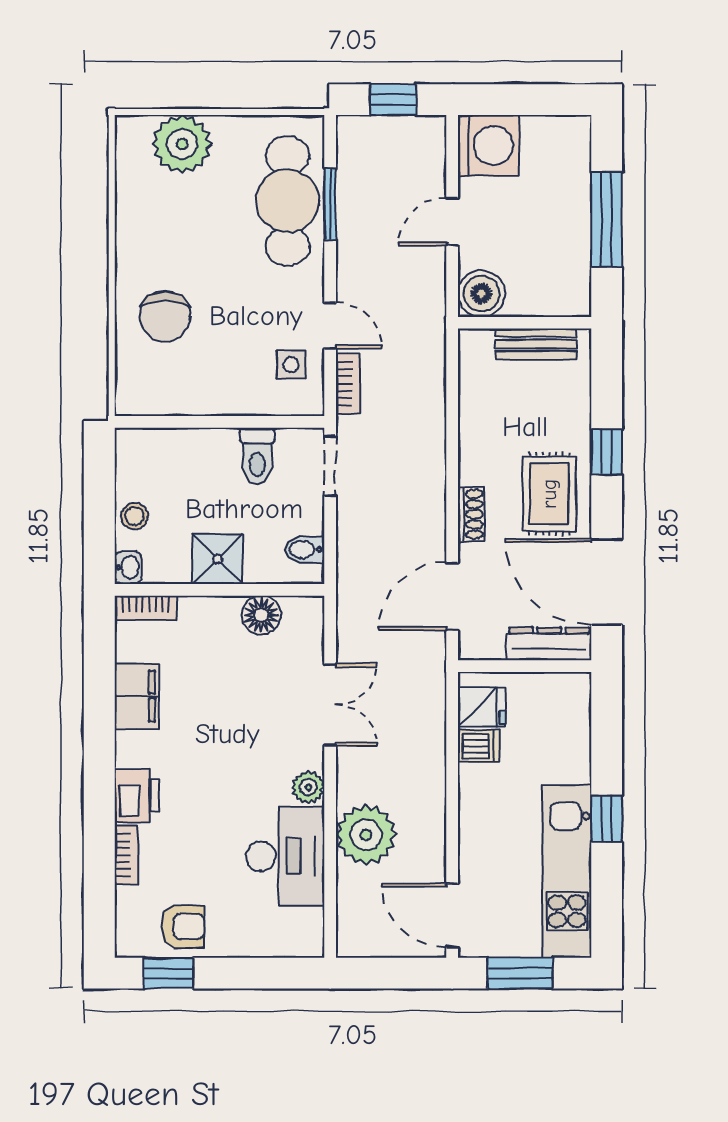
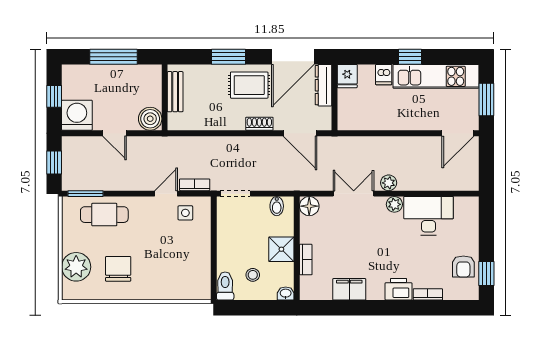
window: (527, 100) -> (54, 96), added
cafe table: (288, 201) -> (104, 215), width x0.73, depth x0.74
window: (330, 204) -> (85, 194), moved
chair: (165, 316) -> (118, 269), moved, turned -90
window: (607, 452) -> (228, 57), width x1.50
toilet: (257, 456) -> (225, 286), moved, turned -90
stool: (134, 516) -> (253, 275), moved
bookcase: (146, 608) -> (306, 260), moved
floor lamp: (261, 615) -> (309, 206), moved
fridge: (482, 707) -> (347, 76), moved, turned 180
dishwasher: (479, 746) -> (384, 75), moved, turned 180
plant: (366, 835) -> (389, 183), moved, width x0.53, depth x0.53
armchair: (183, 927) -> (463, 266), turned 180

